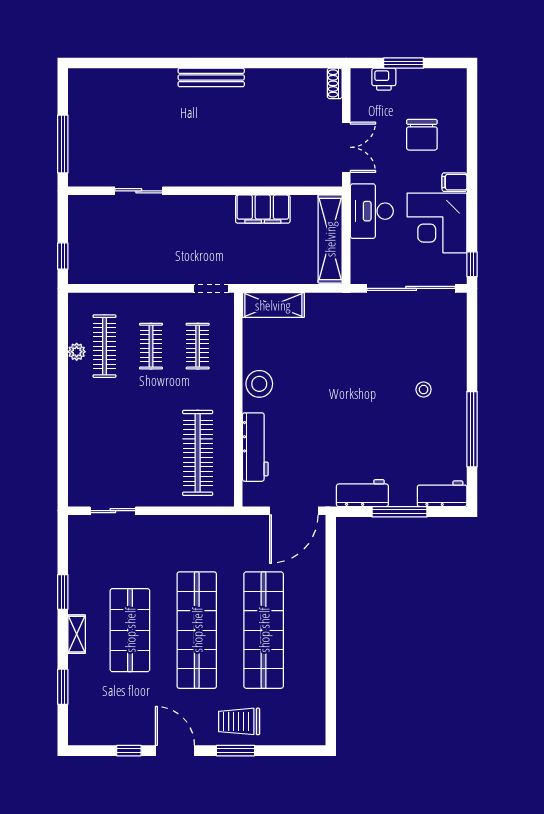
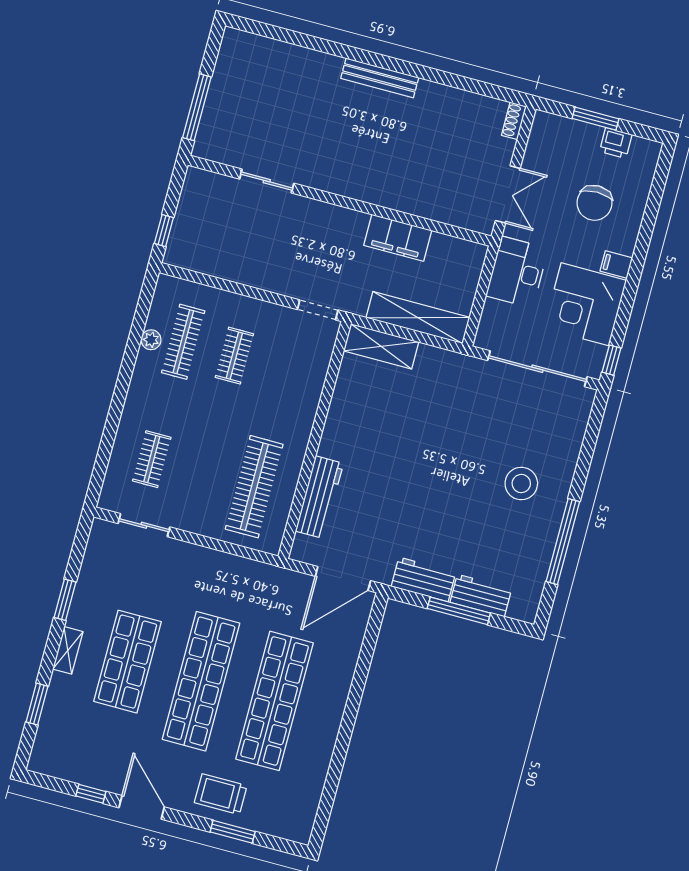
printer: (384, 79) -> (616, 143), moved
shelving: (330, 239) -> (418, 318), moved, turned 90
clothes rail: (198, 346) -> (152, 459), moved
stool: (259, 384) -> (342, 429), removed
stool: (424, 390) -> (521, 484), width x1.89, depth x1.89
workbench: (442, 494) -> (481, 595), moved
window: (236, 751) -> (233, 832), moved

